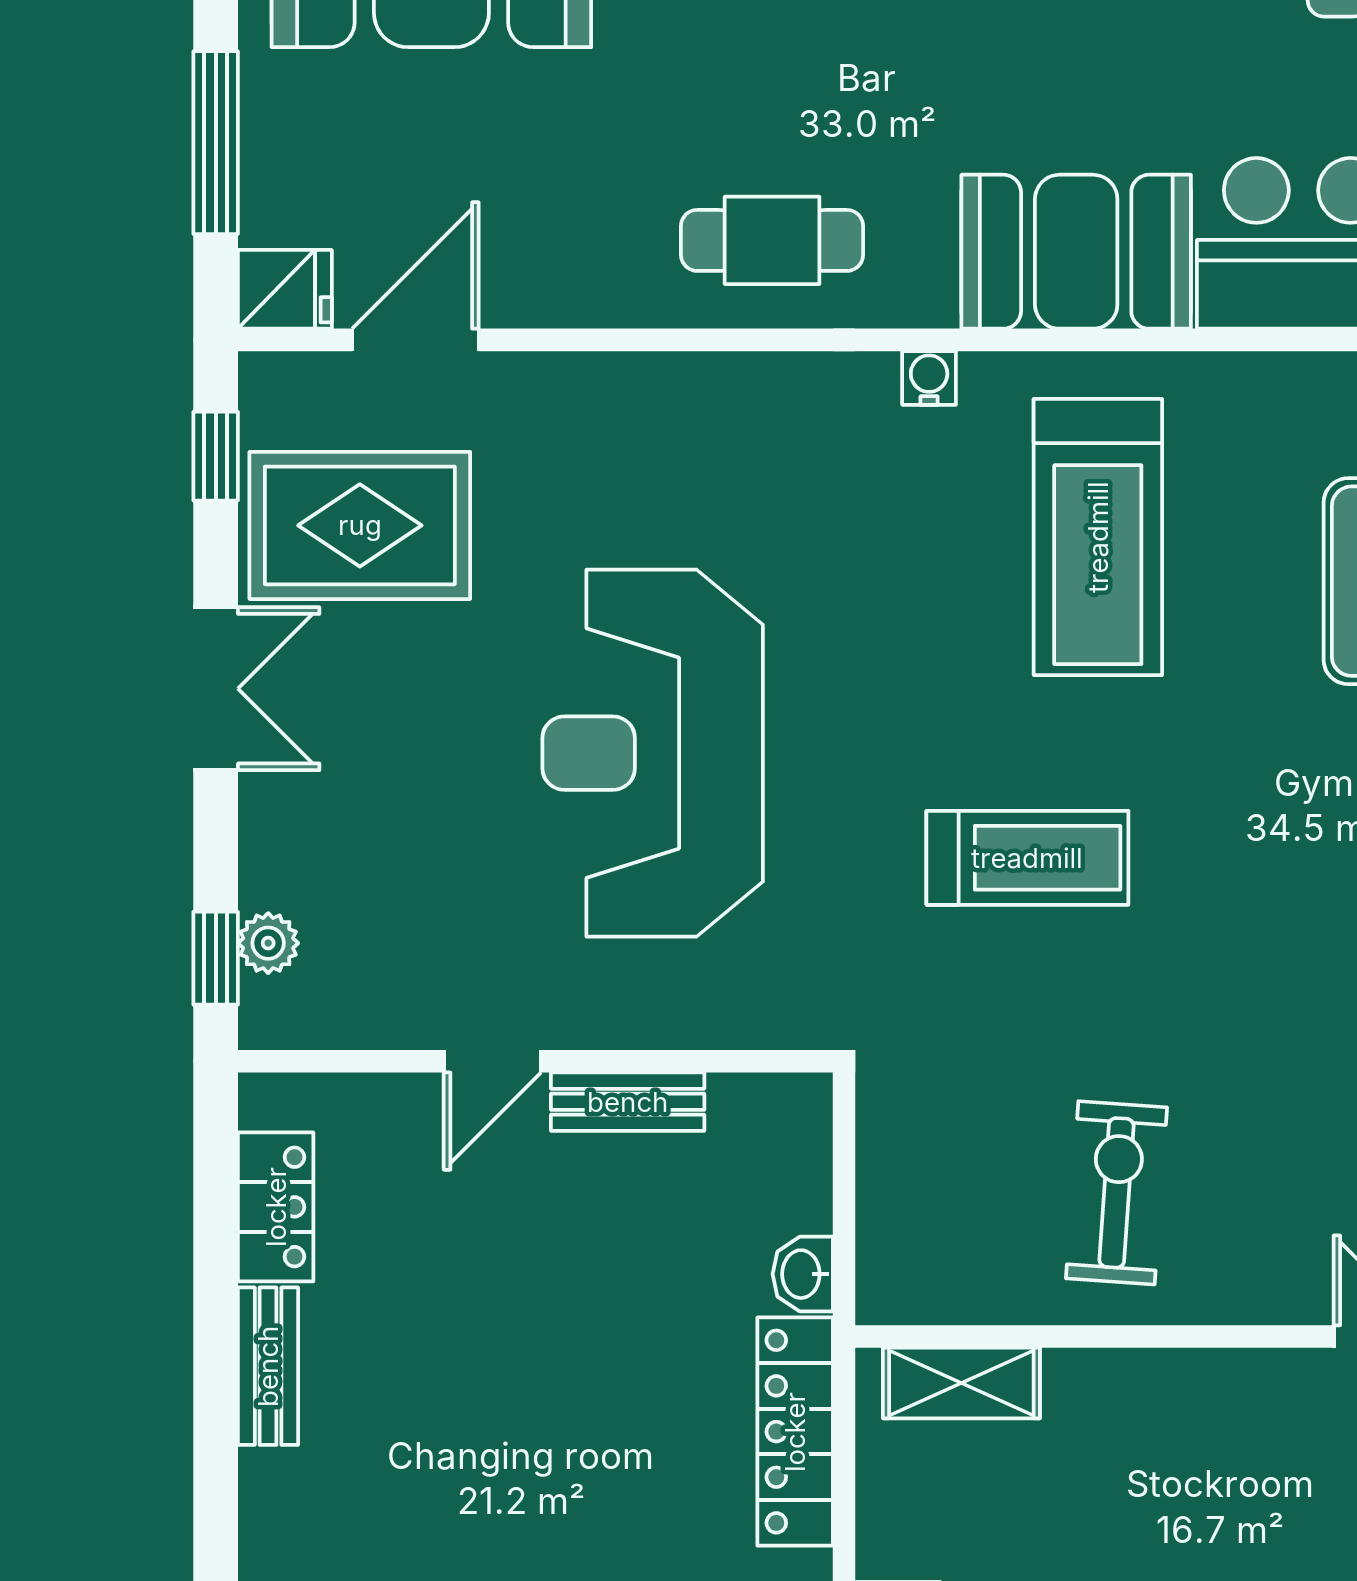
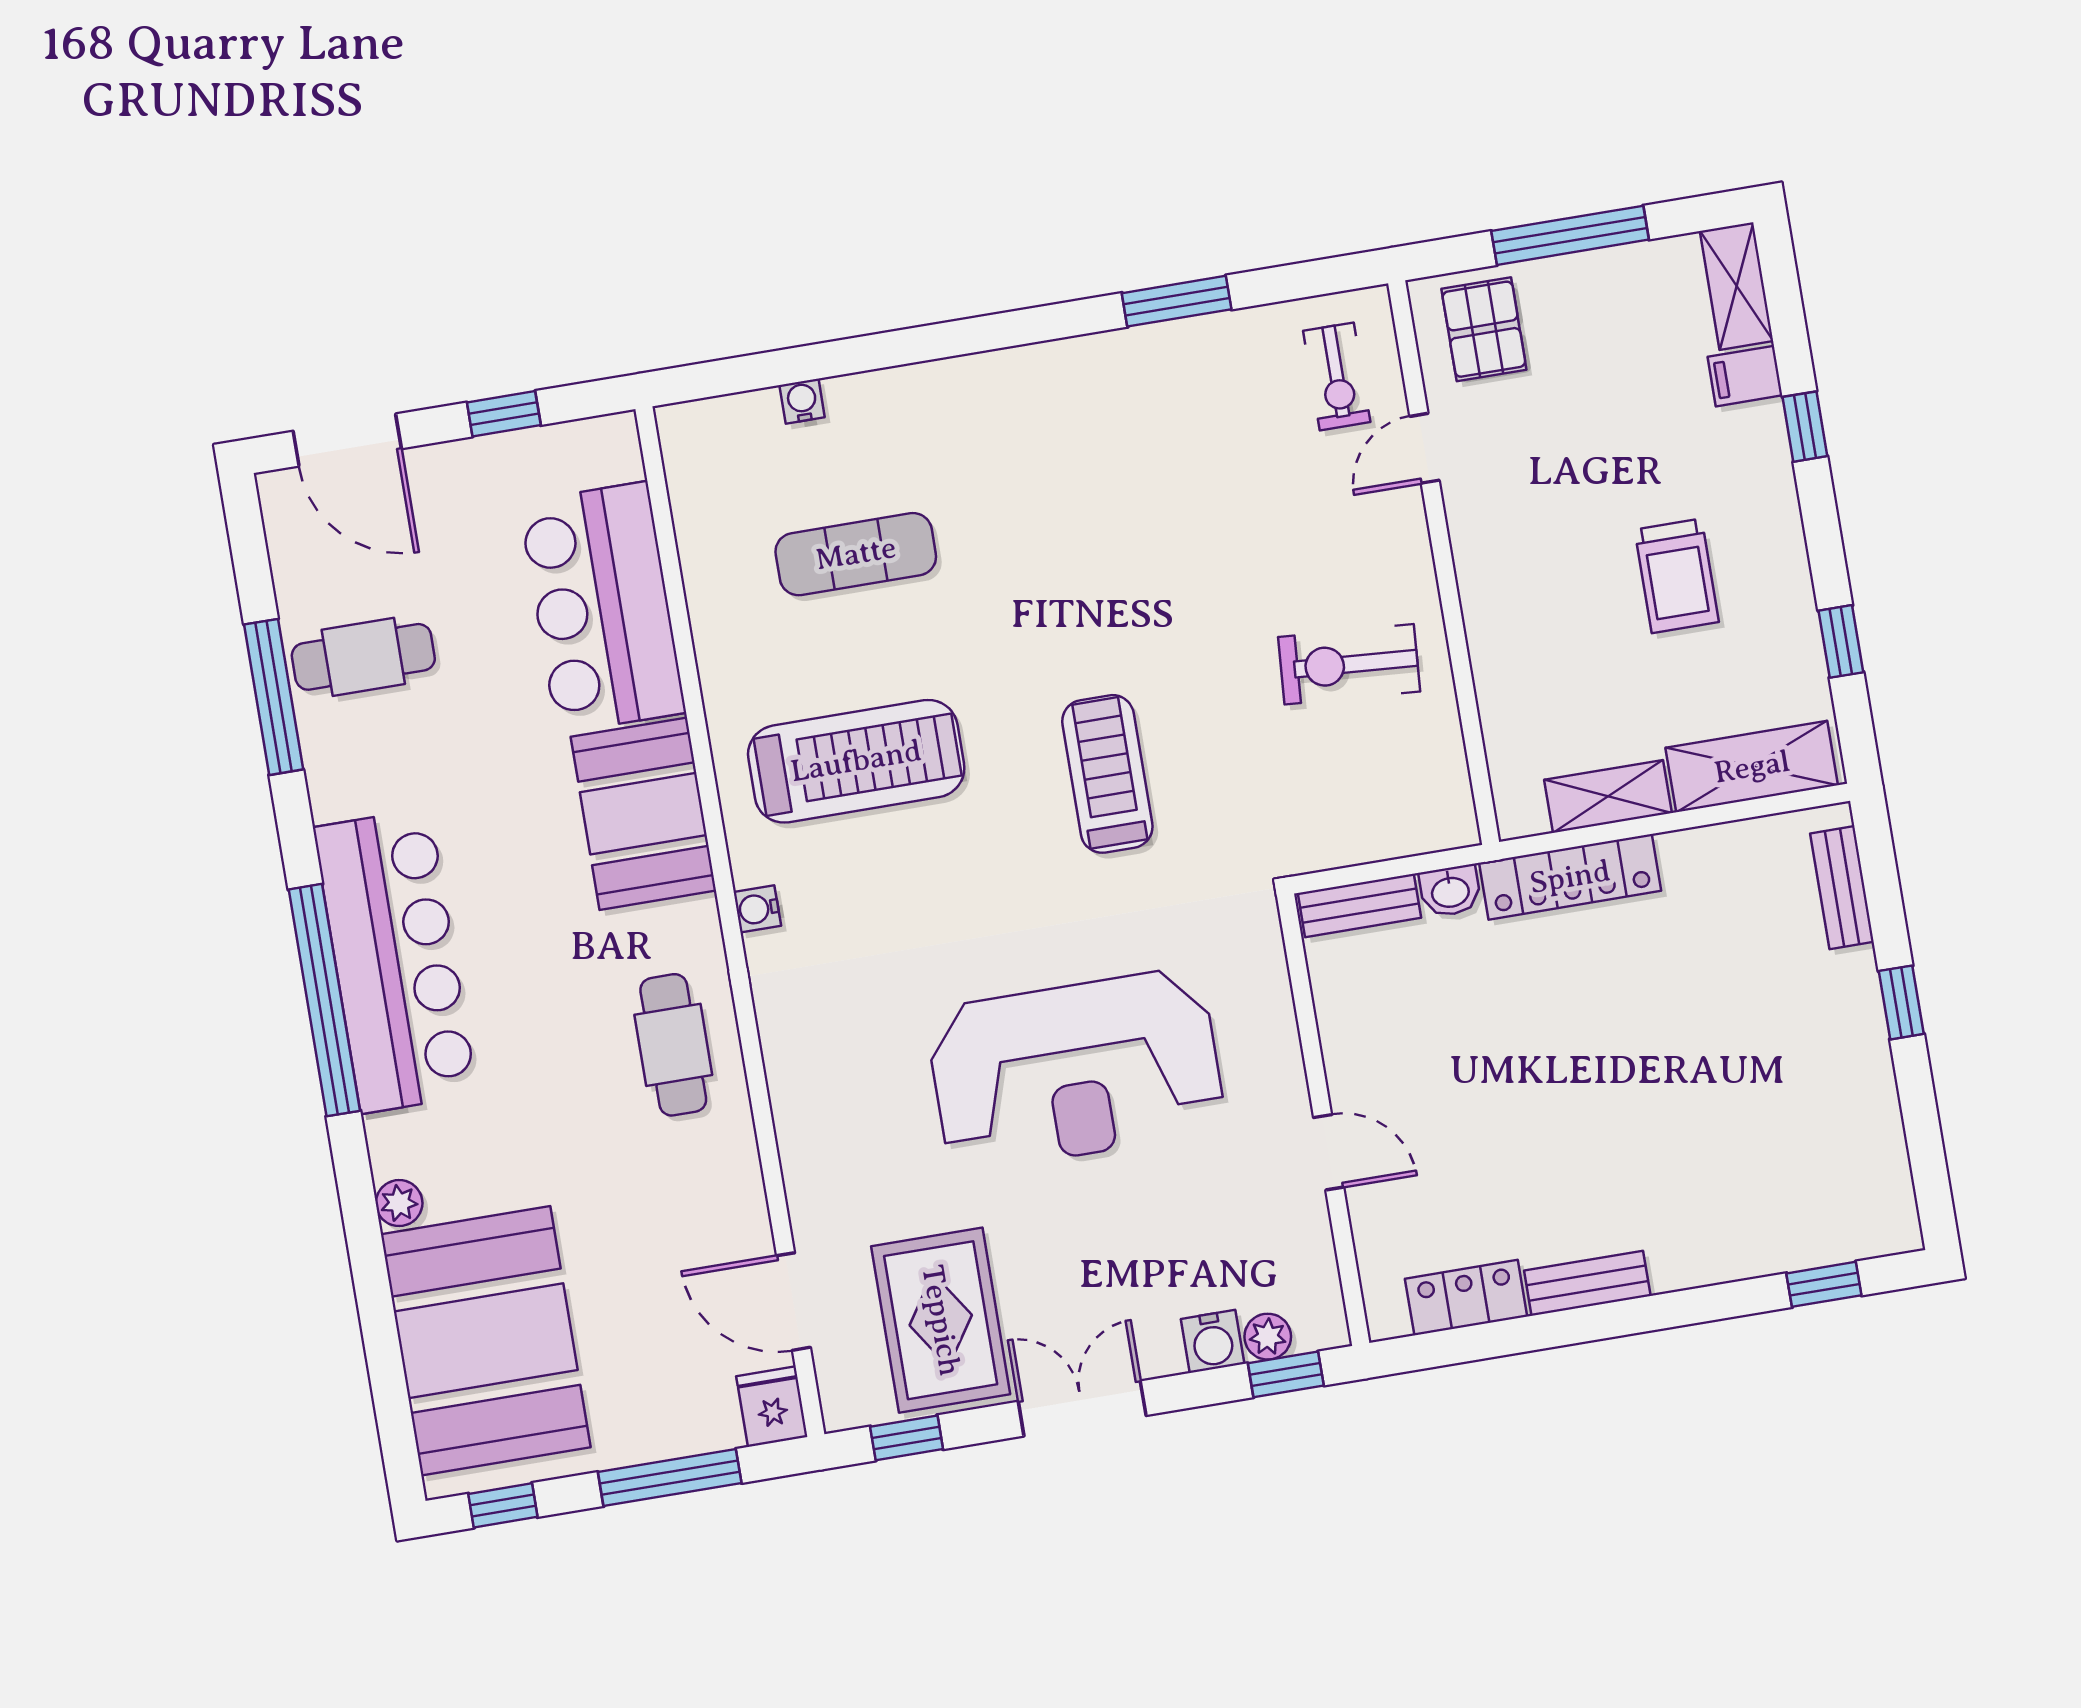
water cooler: (274, 871) -> (1213, 1341), added
bench: (628, 1102) -> (1359, 905), moved, turned 90
shelving: (961, 1383) -> (1608, 796), moved, turned 90

